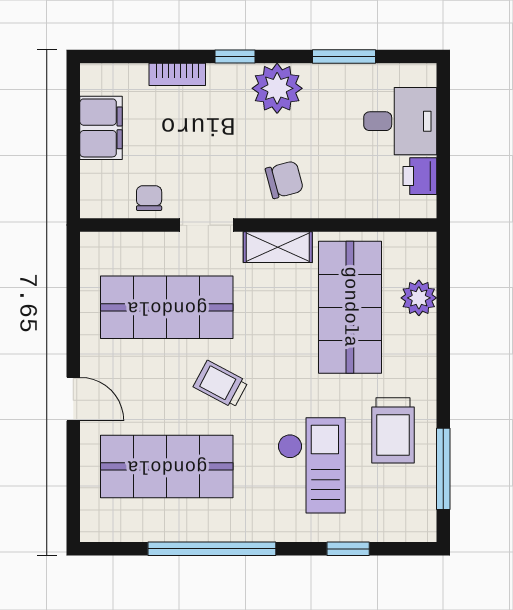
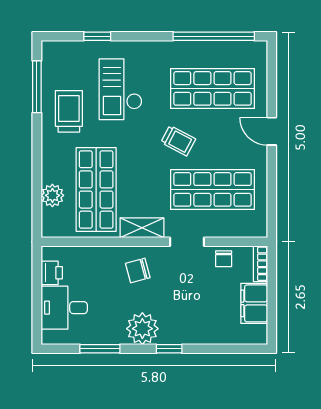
bookcase: (177, 74) -> (260, 264), moved, turned -90
window: (212, 549) -> (214, 36), moved

